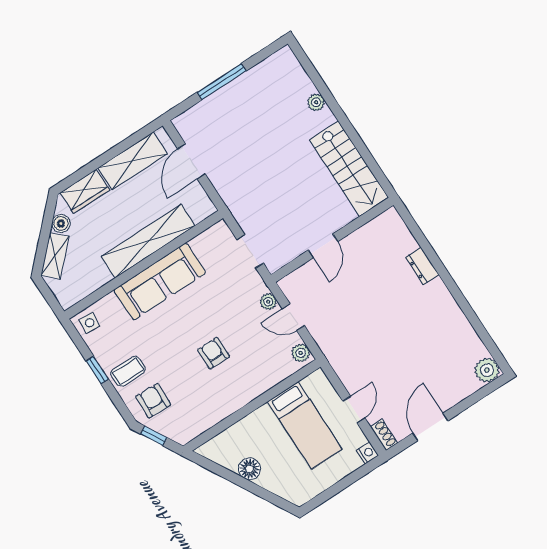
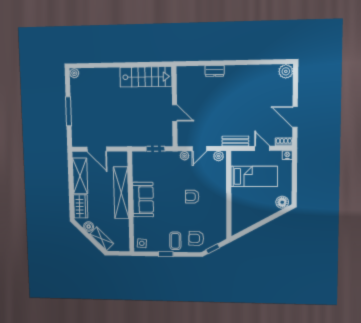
plant: (316, 102) -> (74, 73), moved
sofa: (160, 281) -> (143, 200), width x0.73
bench: (339, 363) -> (235, 141), added
floor lamp: (249, 469) -> (282, 202), moved

